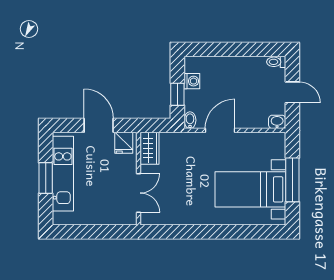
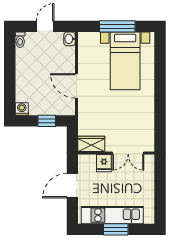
washing machine: (192, 81) -> (22, 109), moved
bidet: (190, 120) -> (68, 111), removed
fridge: (124, 143) -> (104, 163), moved, turned 90
double door: (139, 193) -> (128, 153), swing flipped

